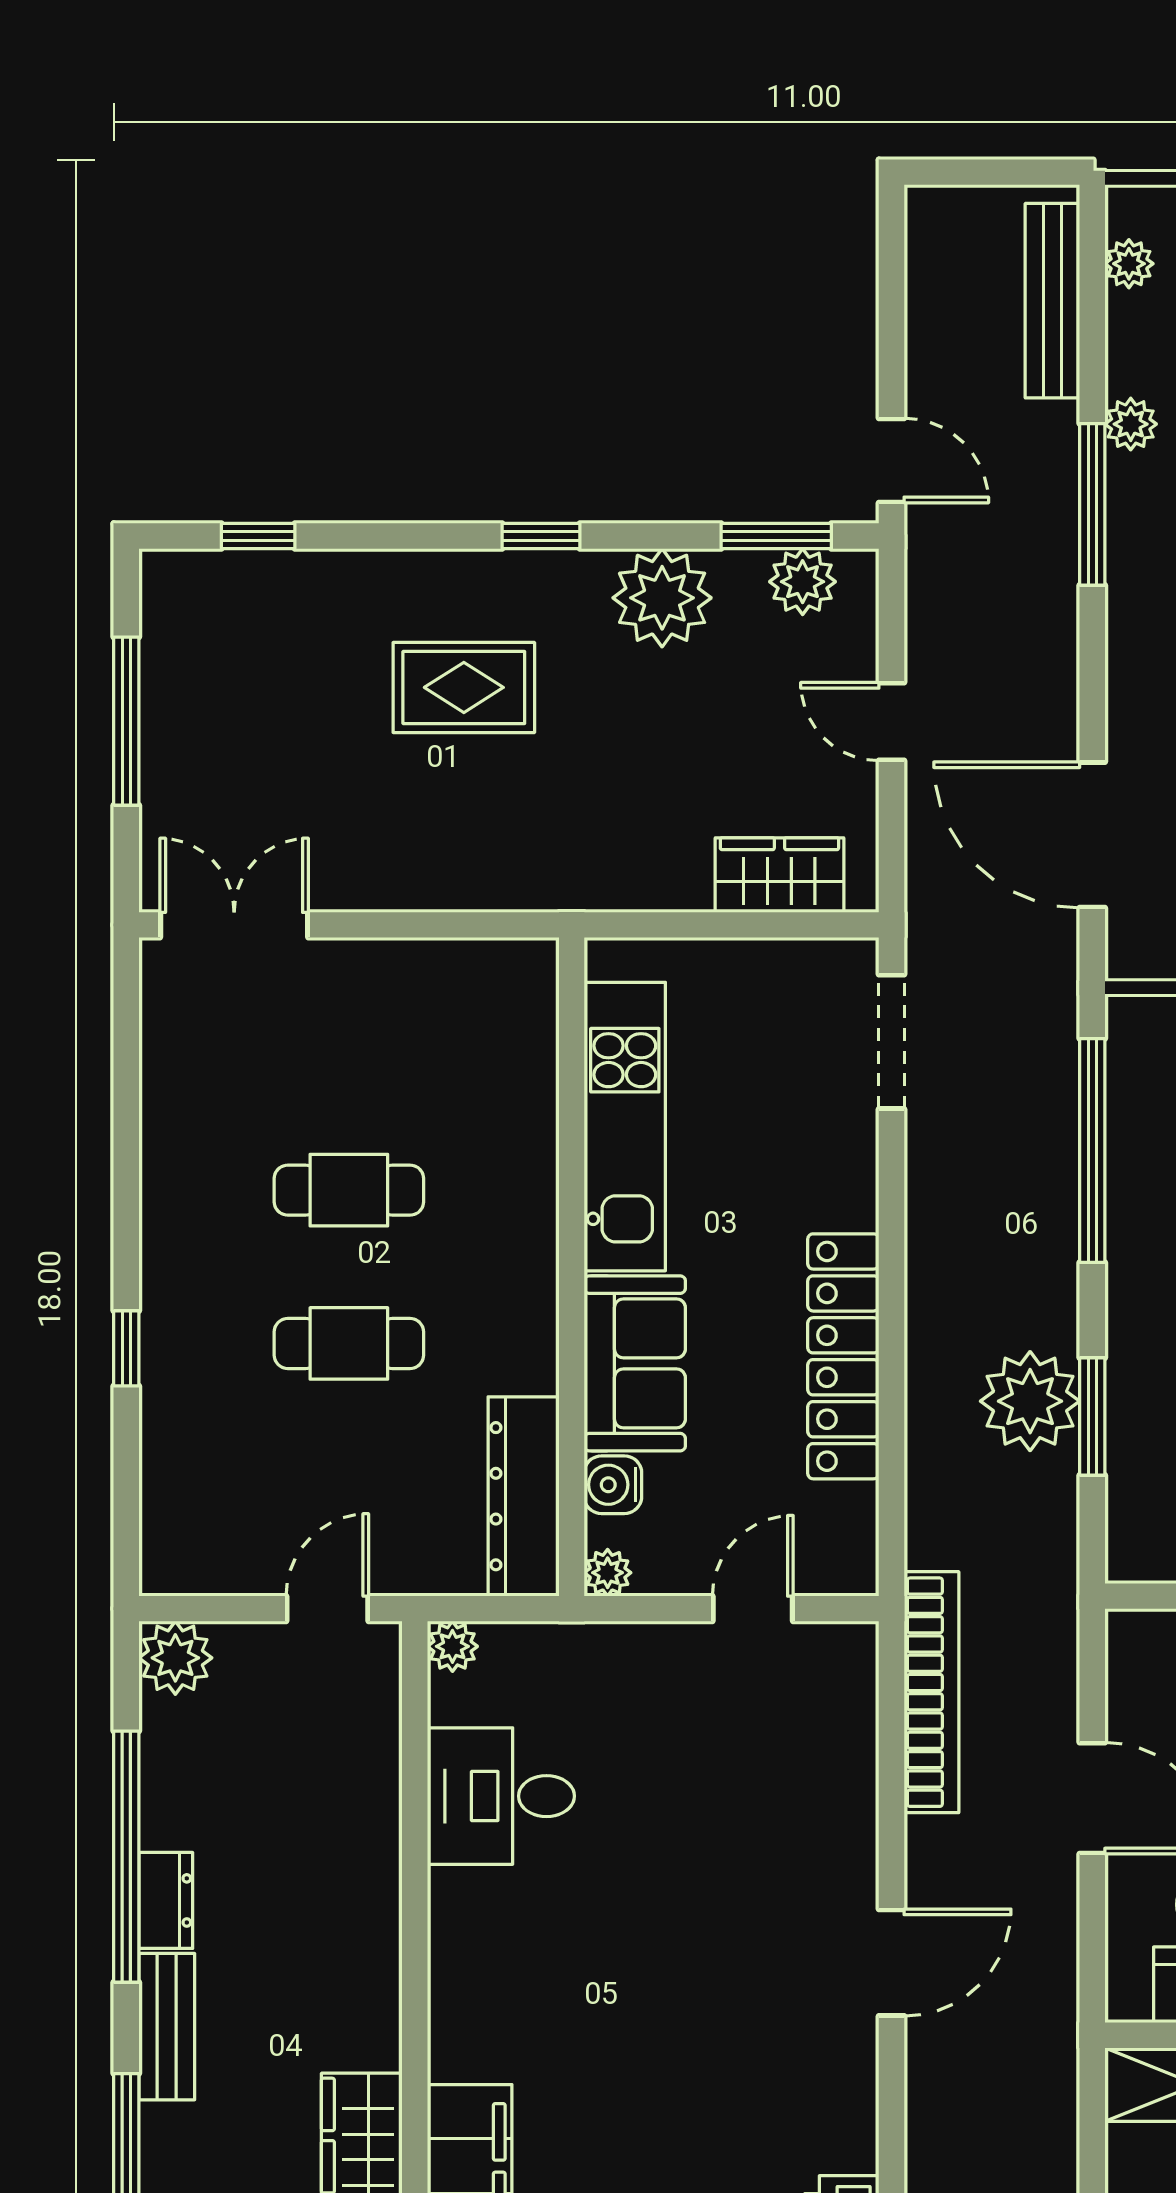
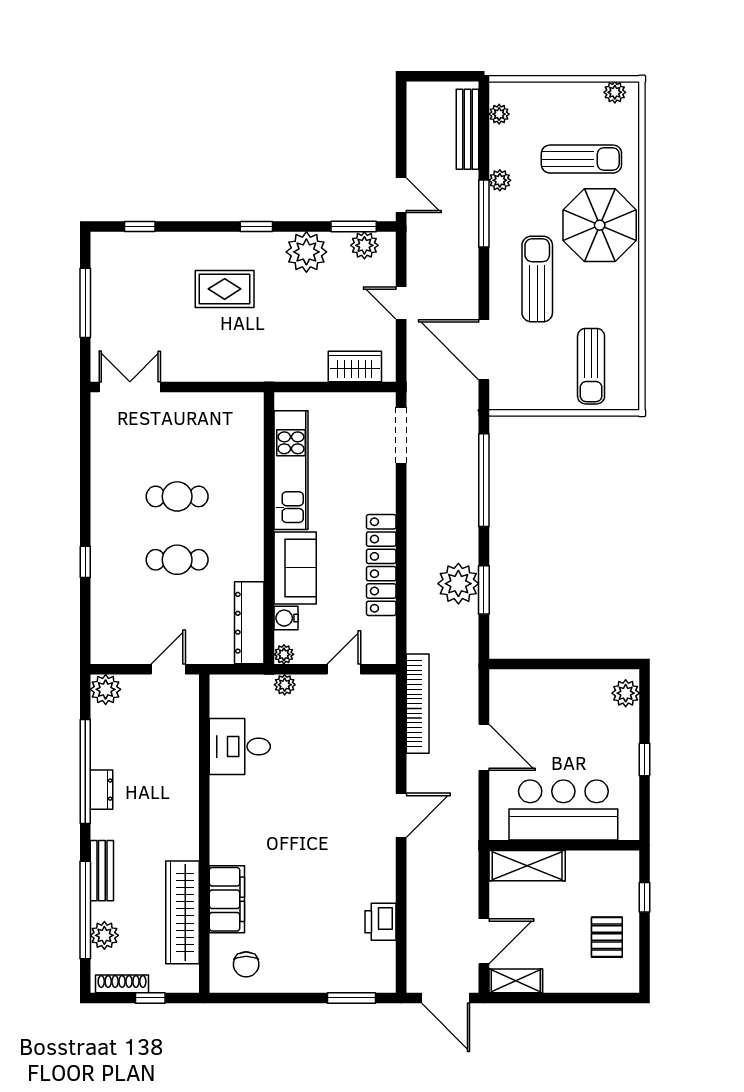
plant: (452, 1646) -> (285, 685), moved
bench: (167, 2027) -> (102, 871), moved

